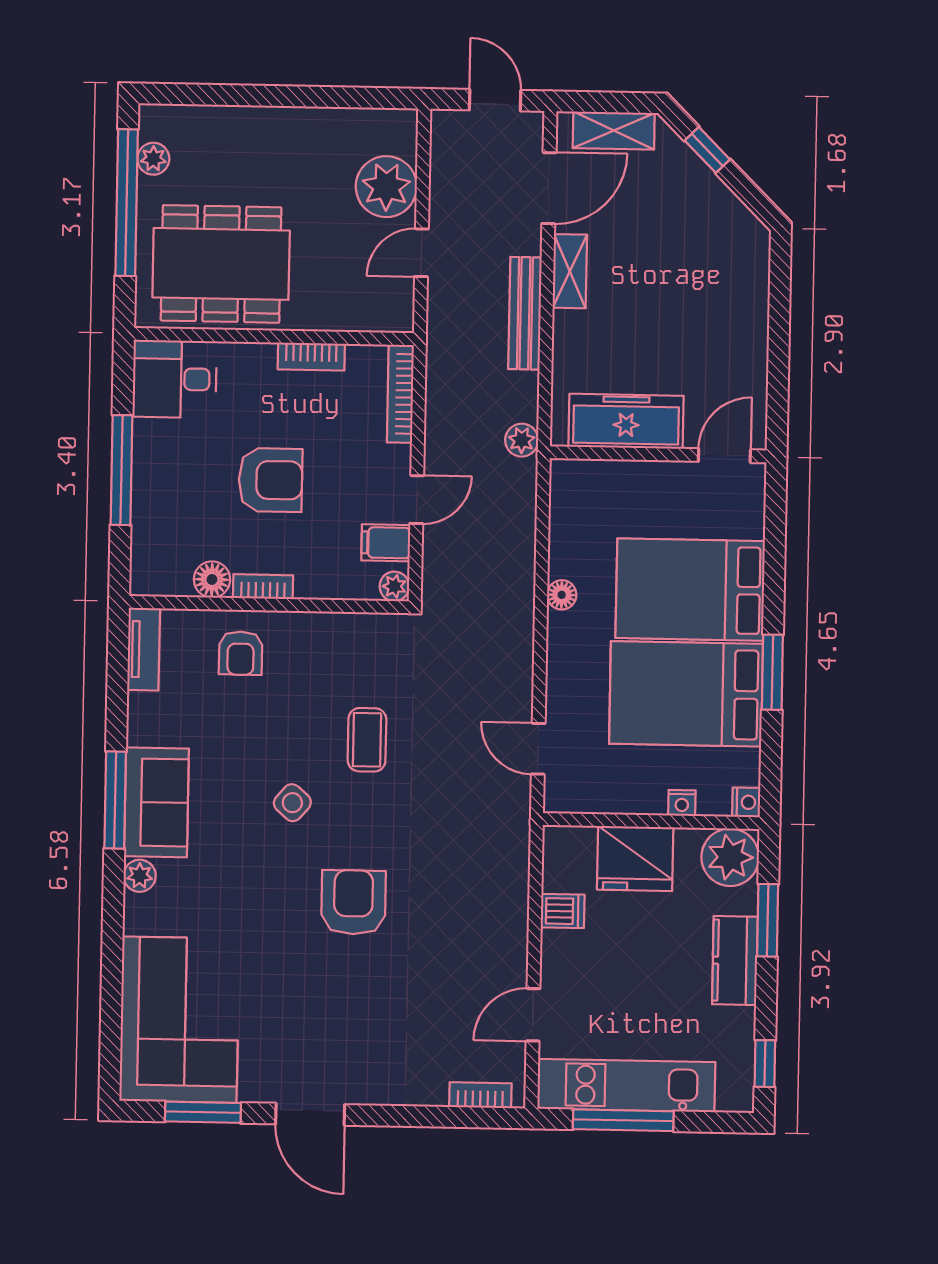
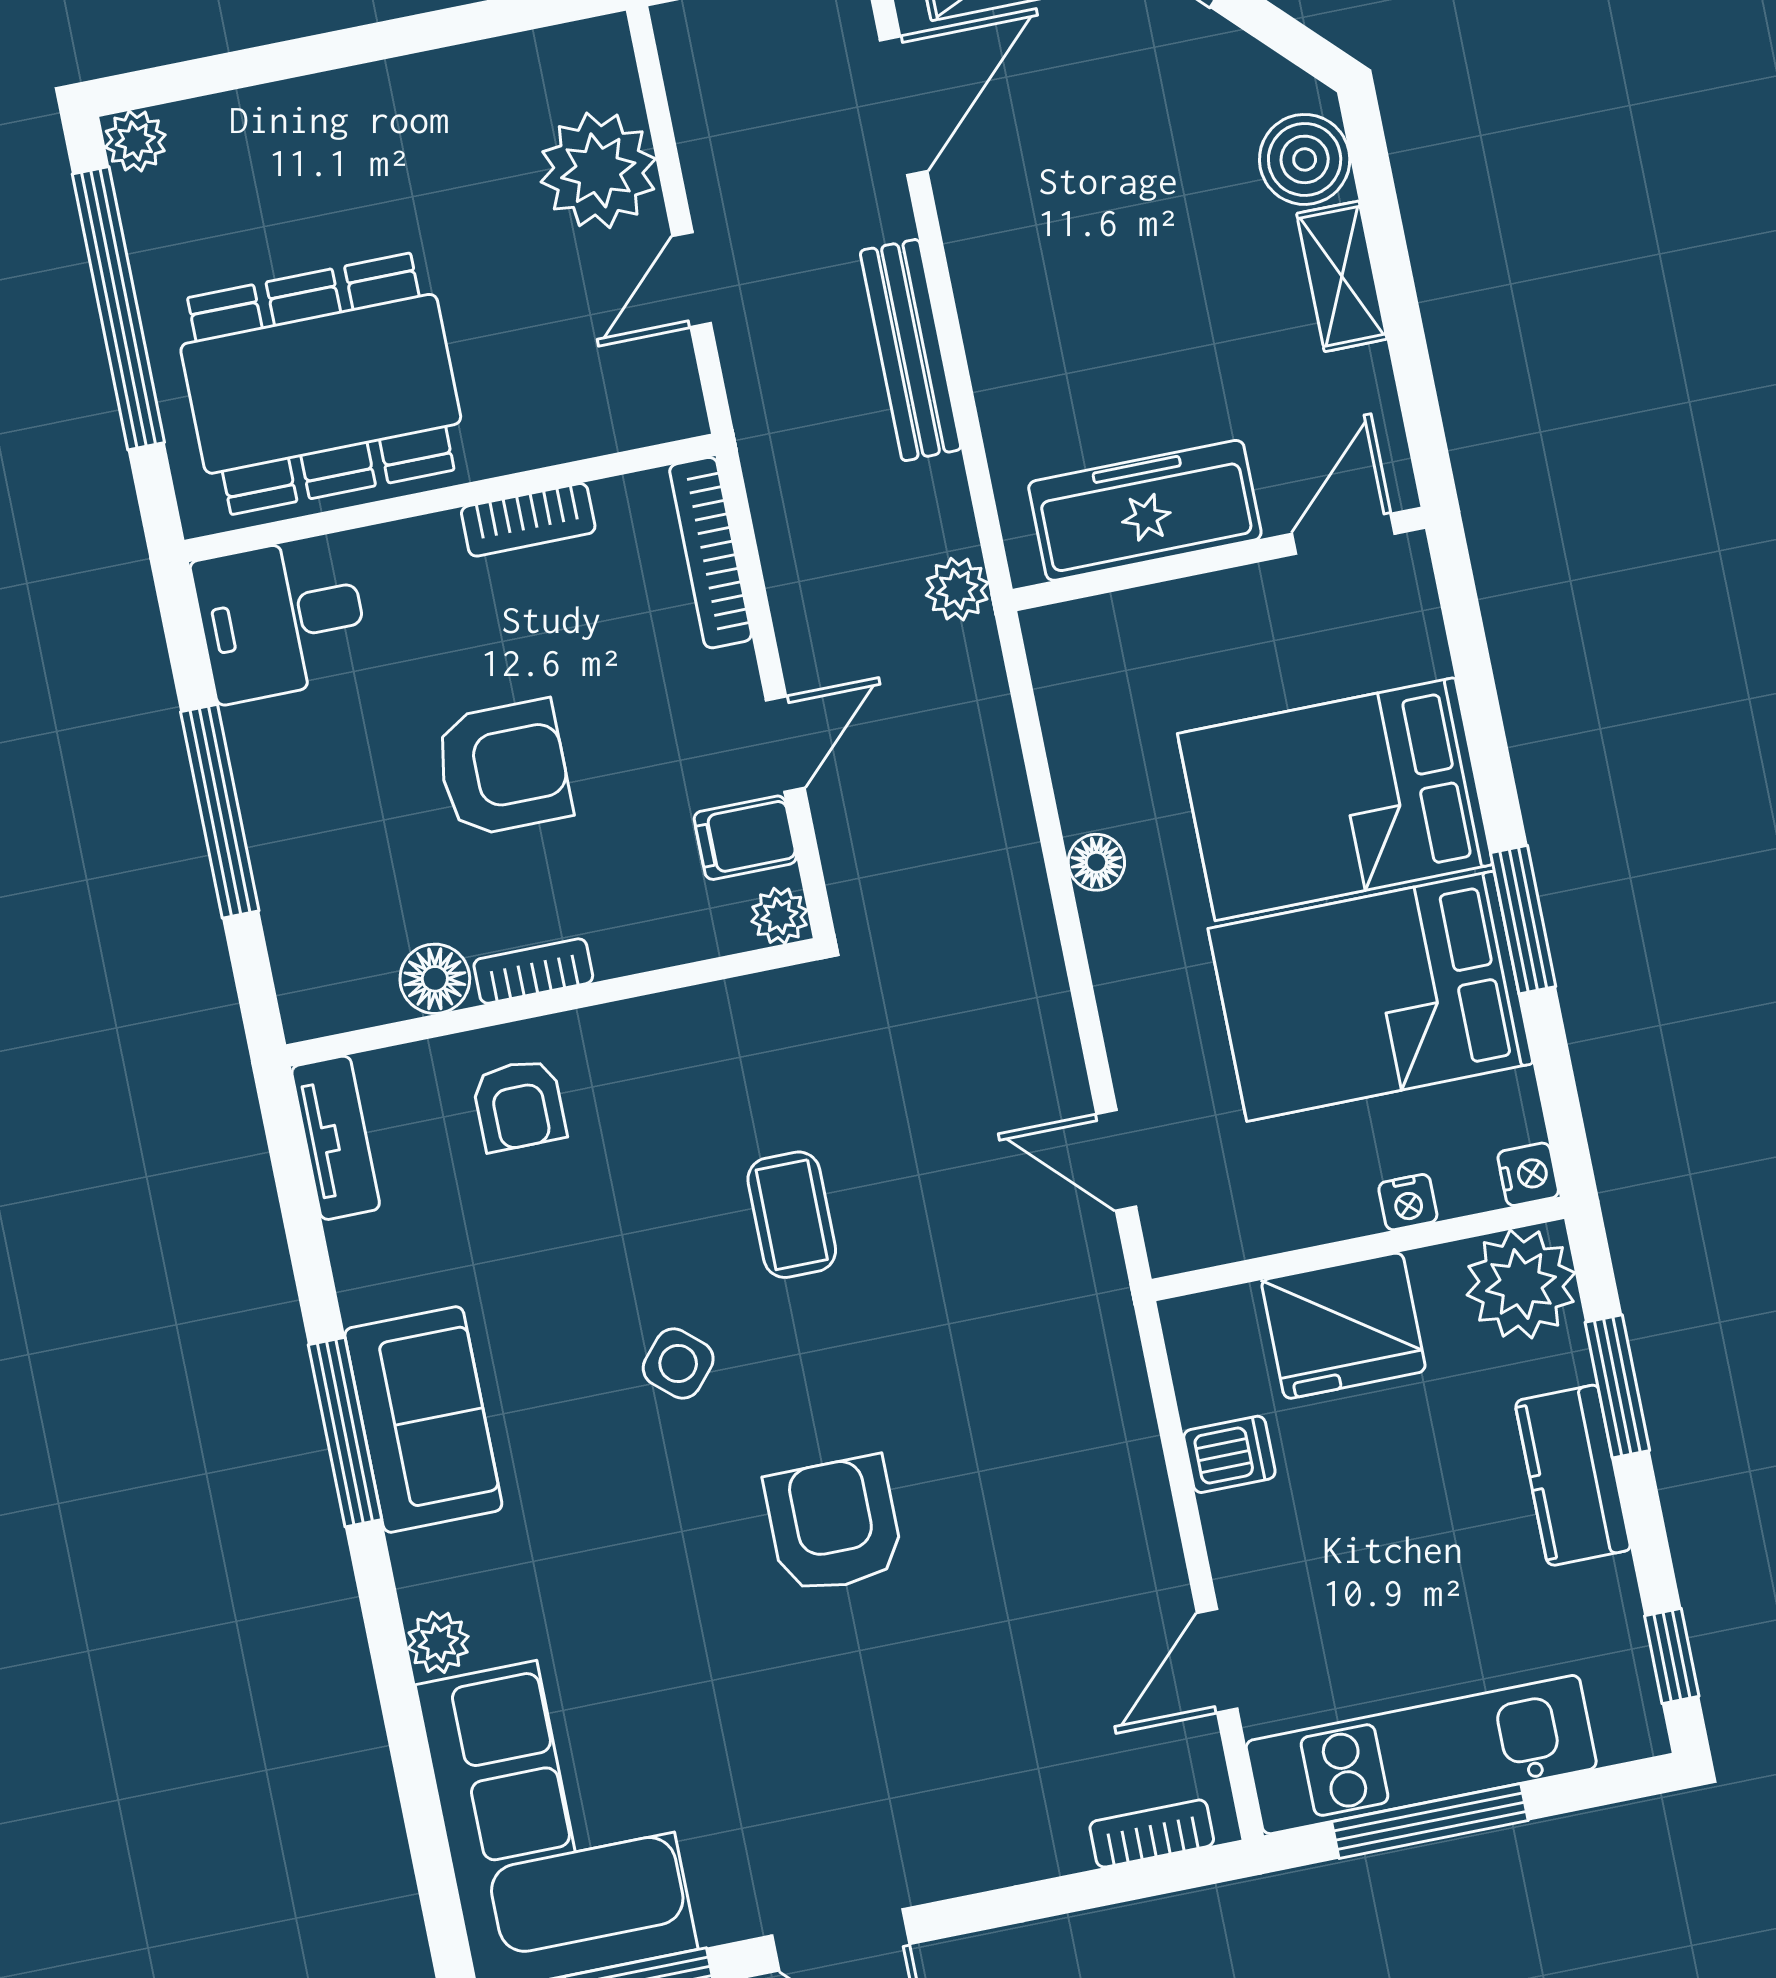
plant: (153, 159) -> (135, 141), moved
boiler: (747, 261) -> (1305, 159), added
shelving: (570, 271) -> (1342, 276), moved
plant: (140, 876) -> (438, 1642), moved

